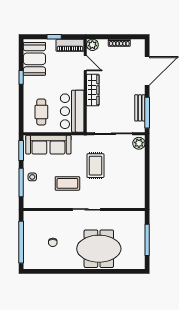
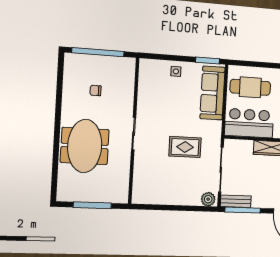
bench: (140, 108) -> (236, 201), moved
cafe table: (41, 112) -> (250, 87), width x1.37, depth x1.35
window: (21, 183) -> (170, 58), removed
coffee table: (67, 183) -> (166, 113), removed

